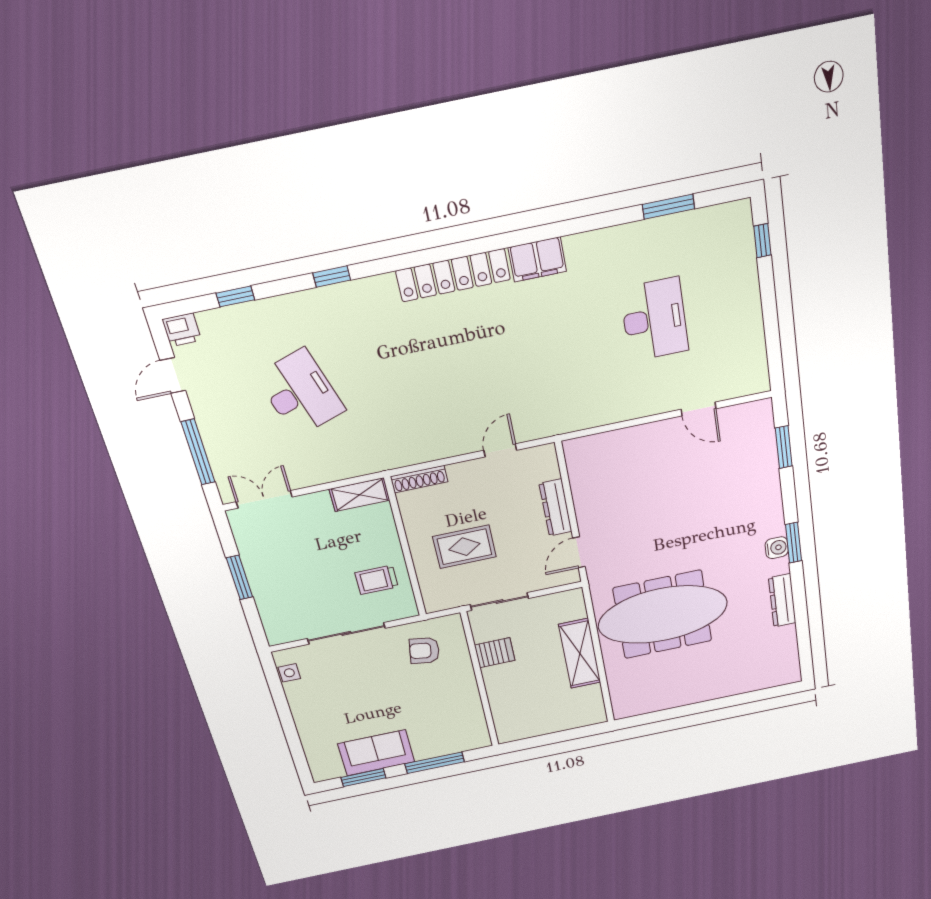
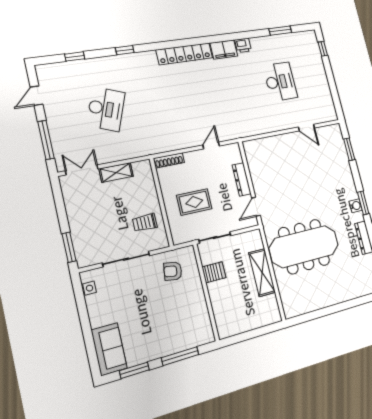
printer: (182, 330) -> (243, 45), moved
desk: (300, 393) -> (106, 109), turned 39
shelving: (360, 495) -> (116, 172), moved
window: (240, 577) -> (69, 247), moved
sofa: (376, 753) -> (109, 349), moved, turned 90

